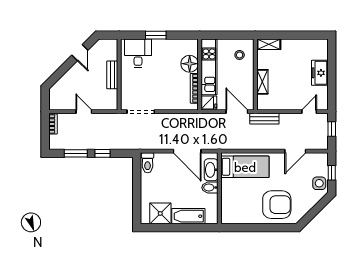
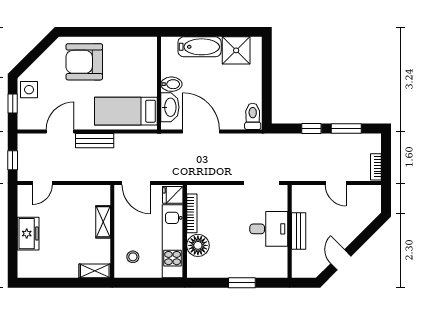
desk: (138, 53) -> (269, 229), moved, turned -90
bench: (264, 119) -> (95, 141), moved

